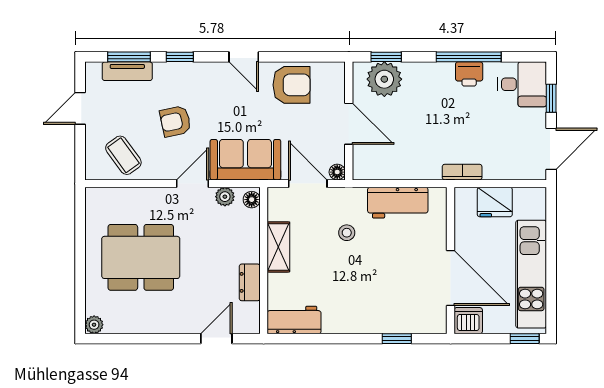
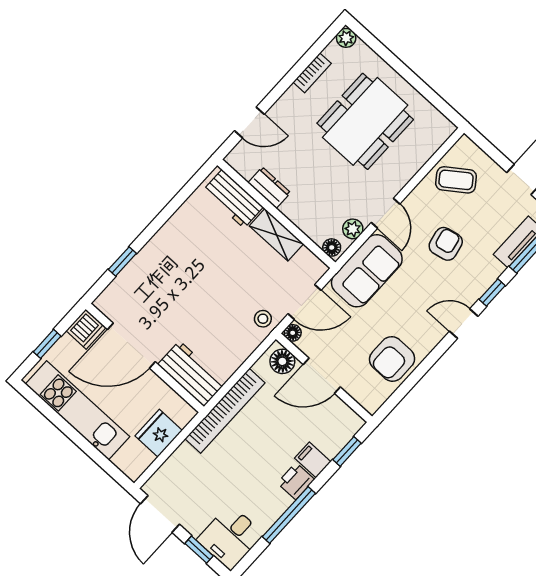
door: (244, 57) -> (464, 324), moved
printer: (469, 74) -> (296, 481), moved
filing cabinet: (414, 76) -> (313, 460), added
plant: (384, 79) -> (331, 434), removed
floor lamp: (364, 161) -> (282, 361), added
bookcase: (462, 172) -> (225, 411), width x2.31, depth x1.31
workbench: (398, 203) -> (192, 374), moved, turned 90
stool: (347, 233) -> (263, 319), moved
workbench: (294, 320) -> (233, 199), moved, turned 90
bookcase: (141, 326) -> (312, 73), added
door: (216, 339) -> (249, 122), hinge flipped
window: (525, 339) -> (47, 344), moved

